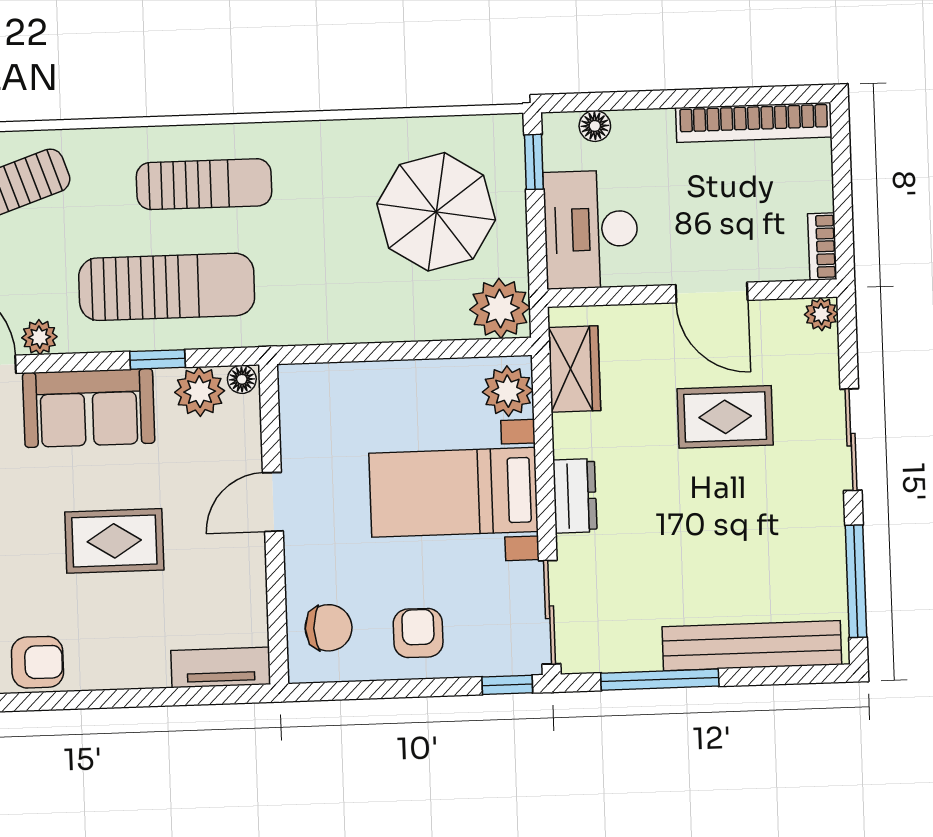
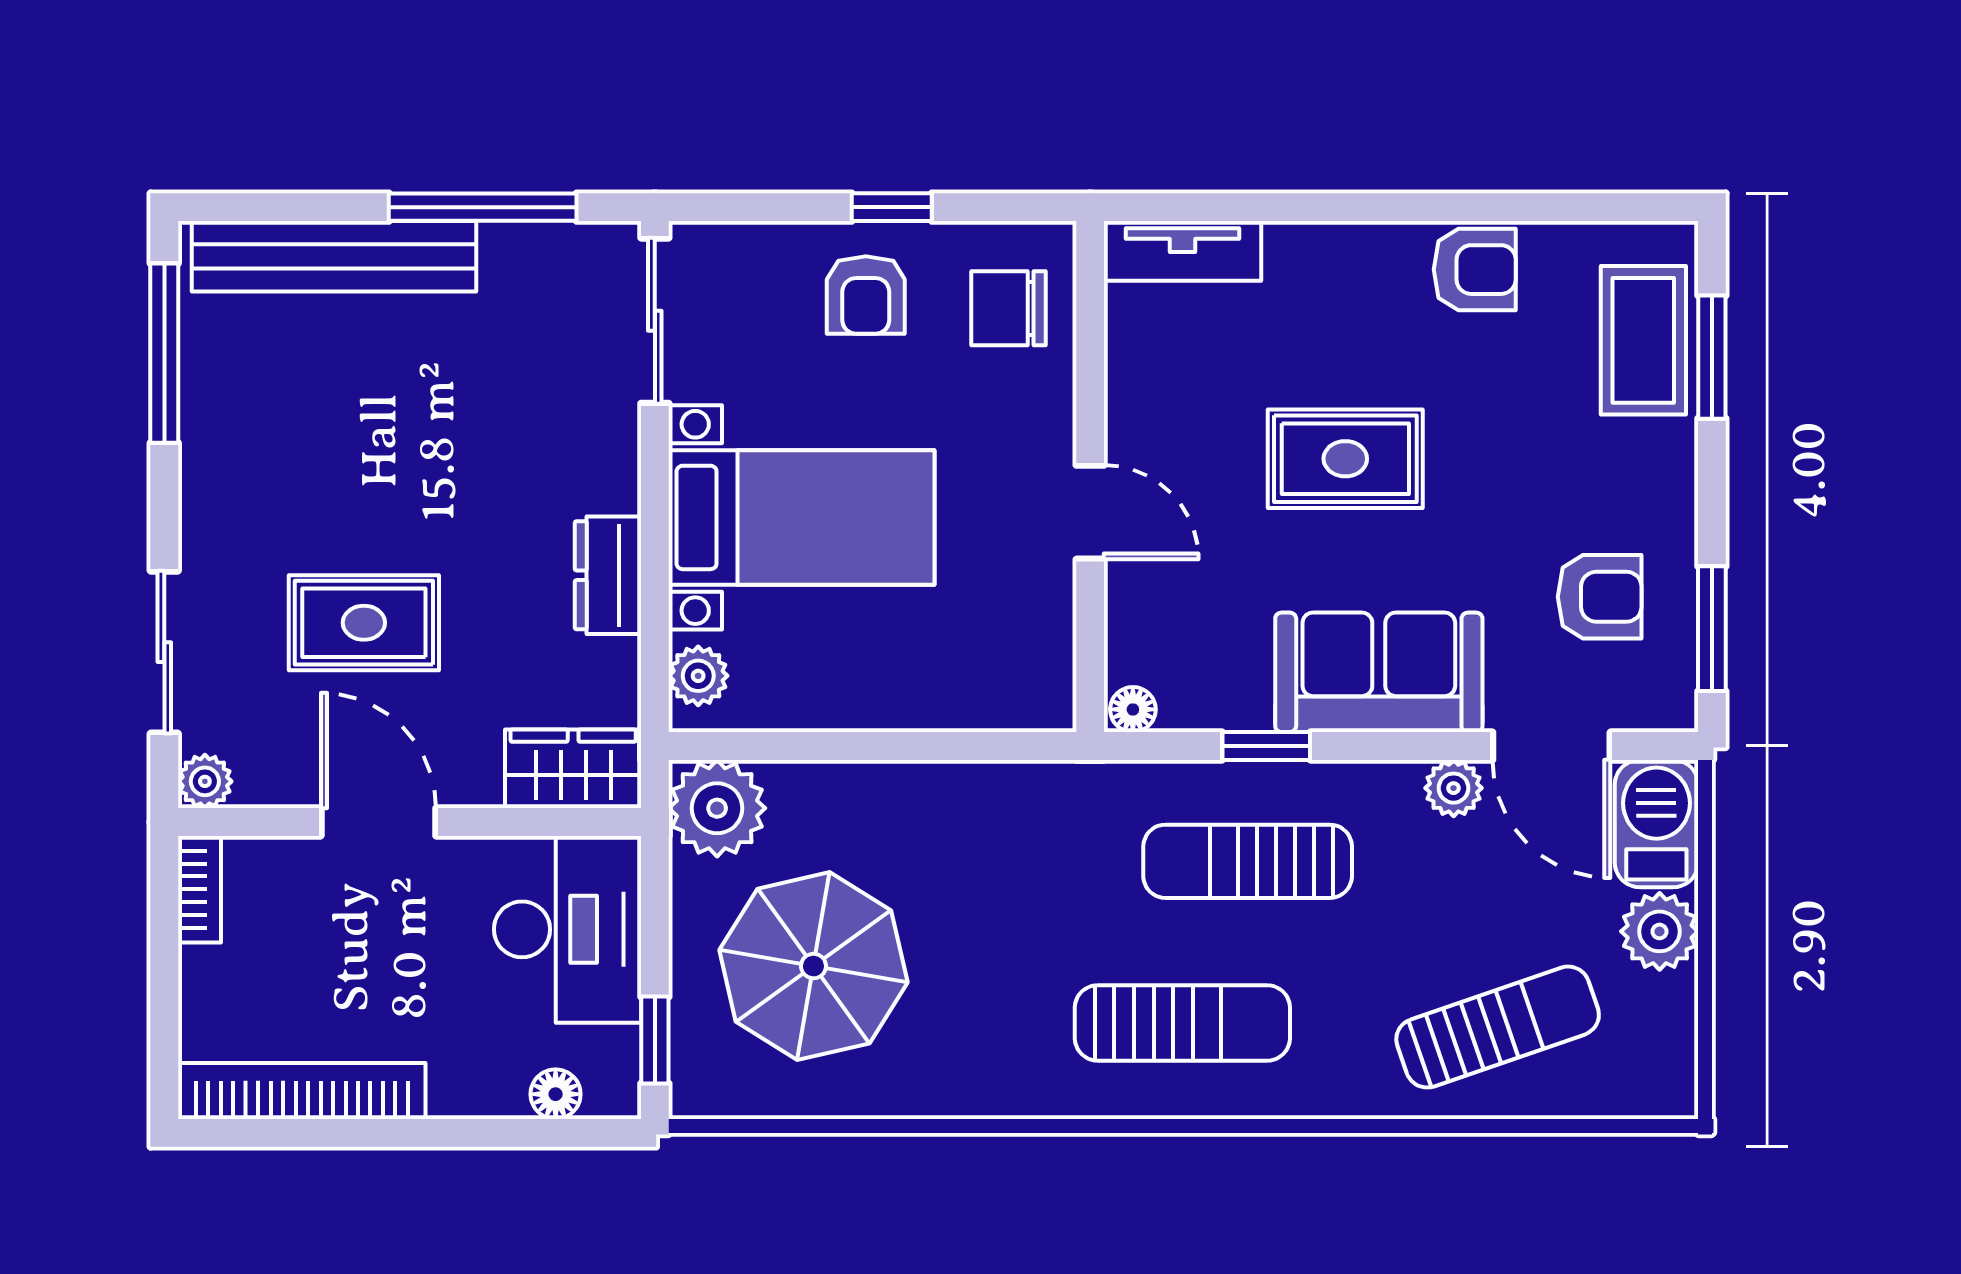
sun lounger: (204, 184) -> (1182, 1023), turned 180
sun lounger: (167, 287) -> (1248, 861), width x0.73, depth x0.75
wardrobe: (574, 369) -> (573, 769), moved, turned 90
plant: (508, 391) -> (698, 676), width x0.73, depth x0.73
plant: (200, 392) -> (1201, 692), removed
sliding door: (851, 440) -> (164, 652), moved
dresser: (575, 496) -> (608, 575), moved
door: (273, 502) -> (1090, 512), hinge flipped
armchair: (37, 662) -> (1475, 270), turned 180
window: (507, 685) -> (892, 207), moved

